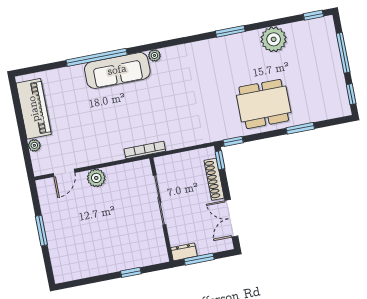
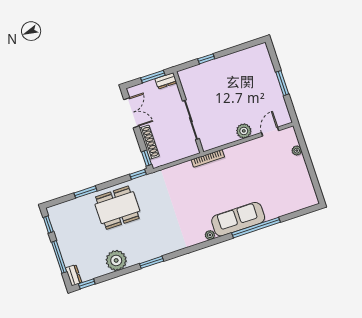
dresser: (328, 28) -> (74, 275), added
piano: (34, 109) -> (301, 180), removed

